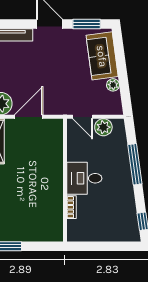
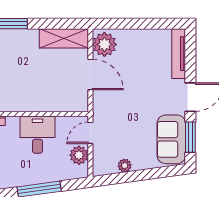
sofa: (102, 56) -> (171, 139), moved, turned -82
desk: (84, 178) -> (37, 135), moved

